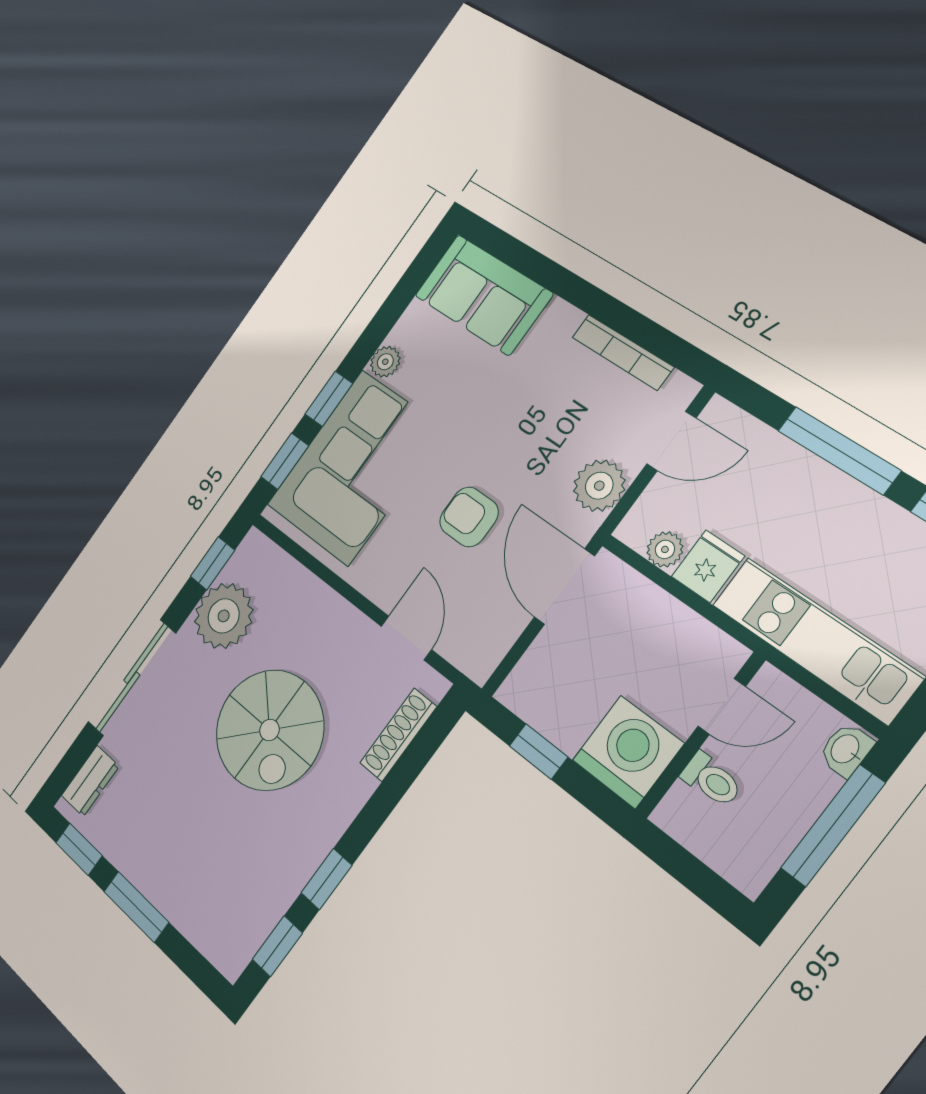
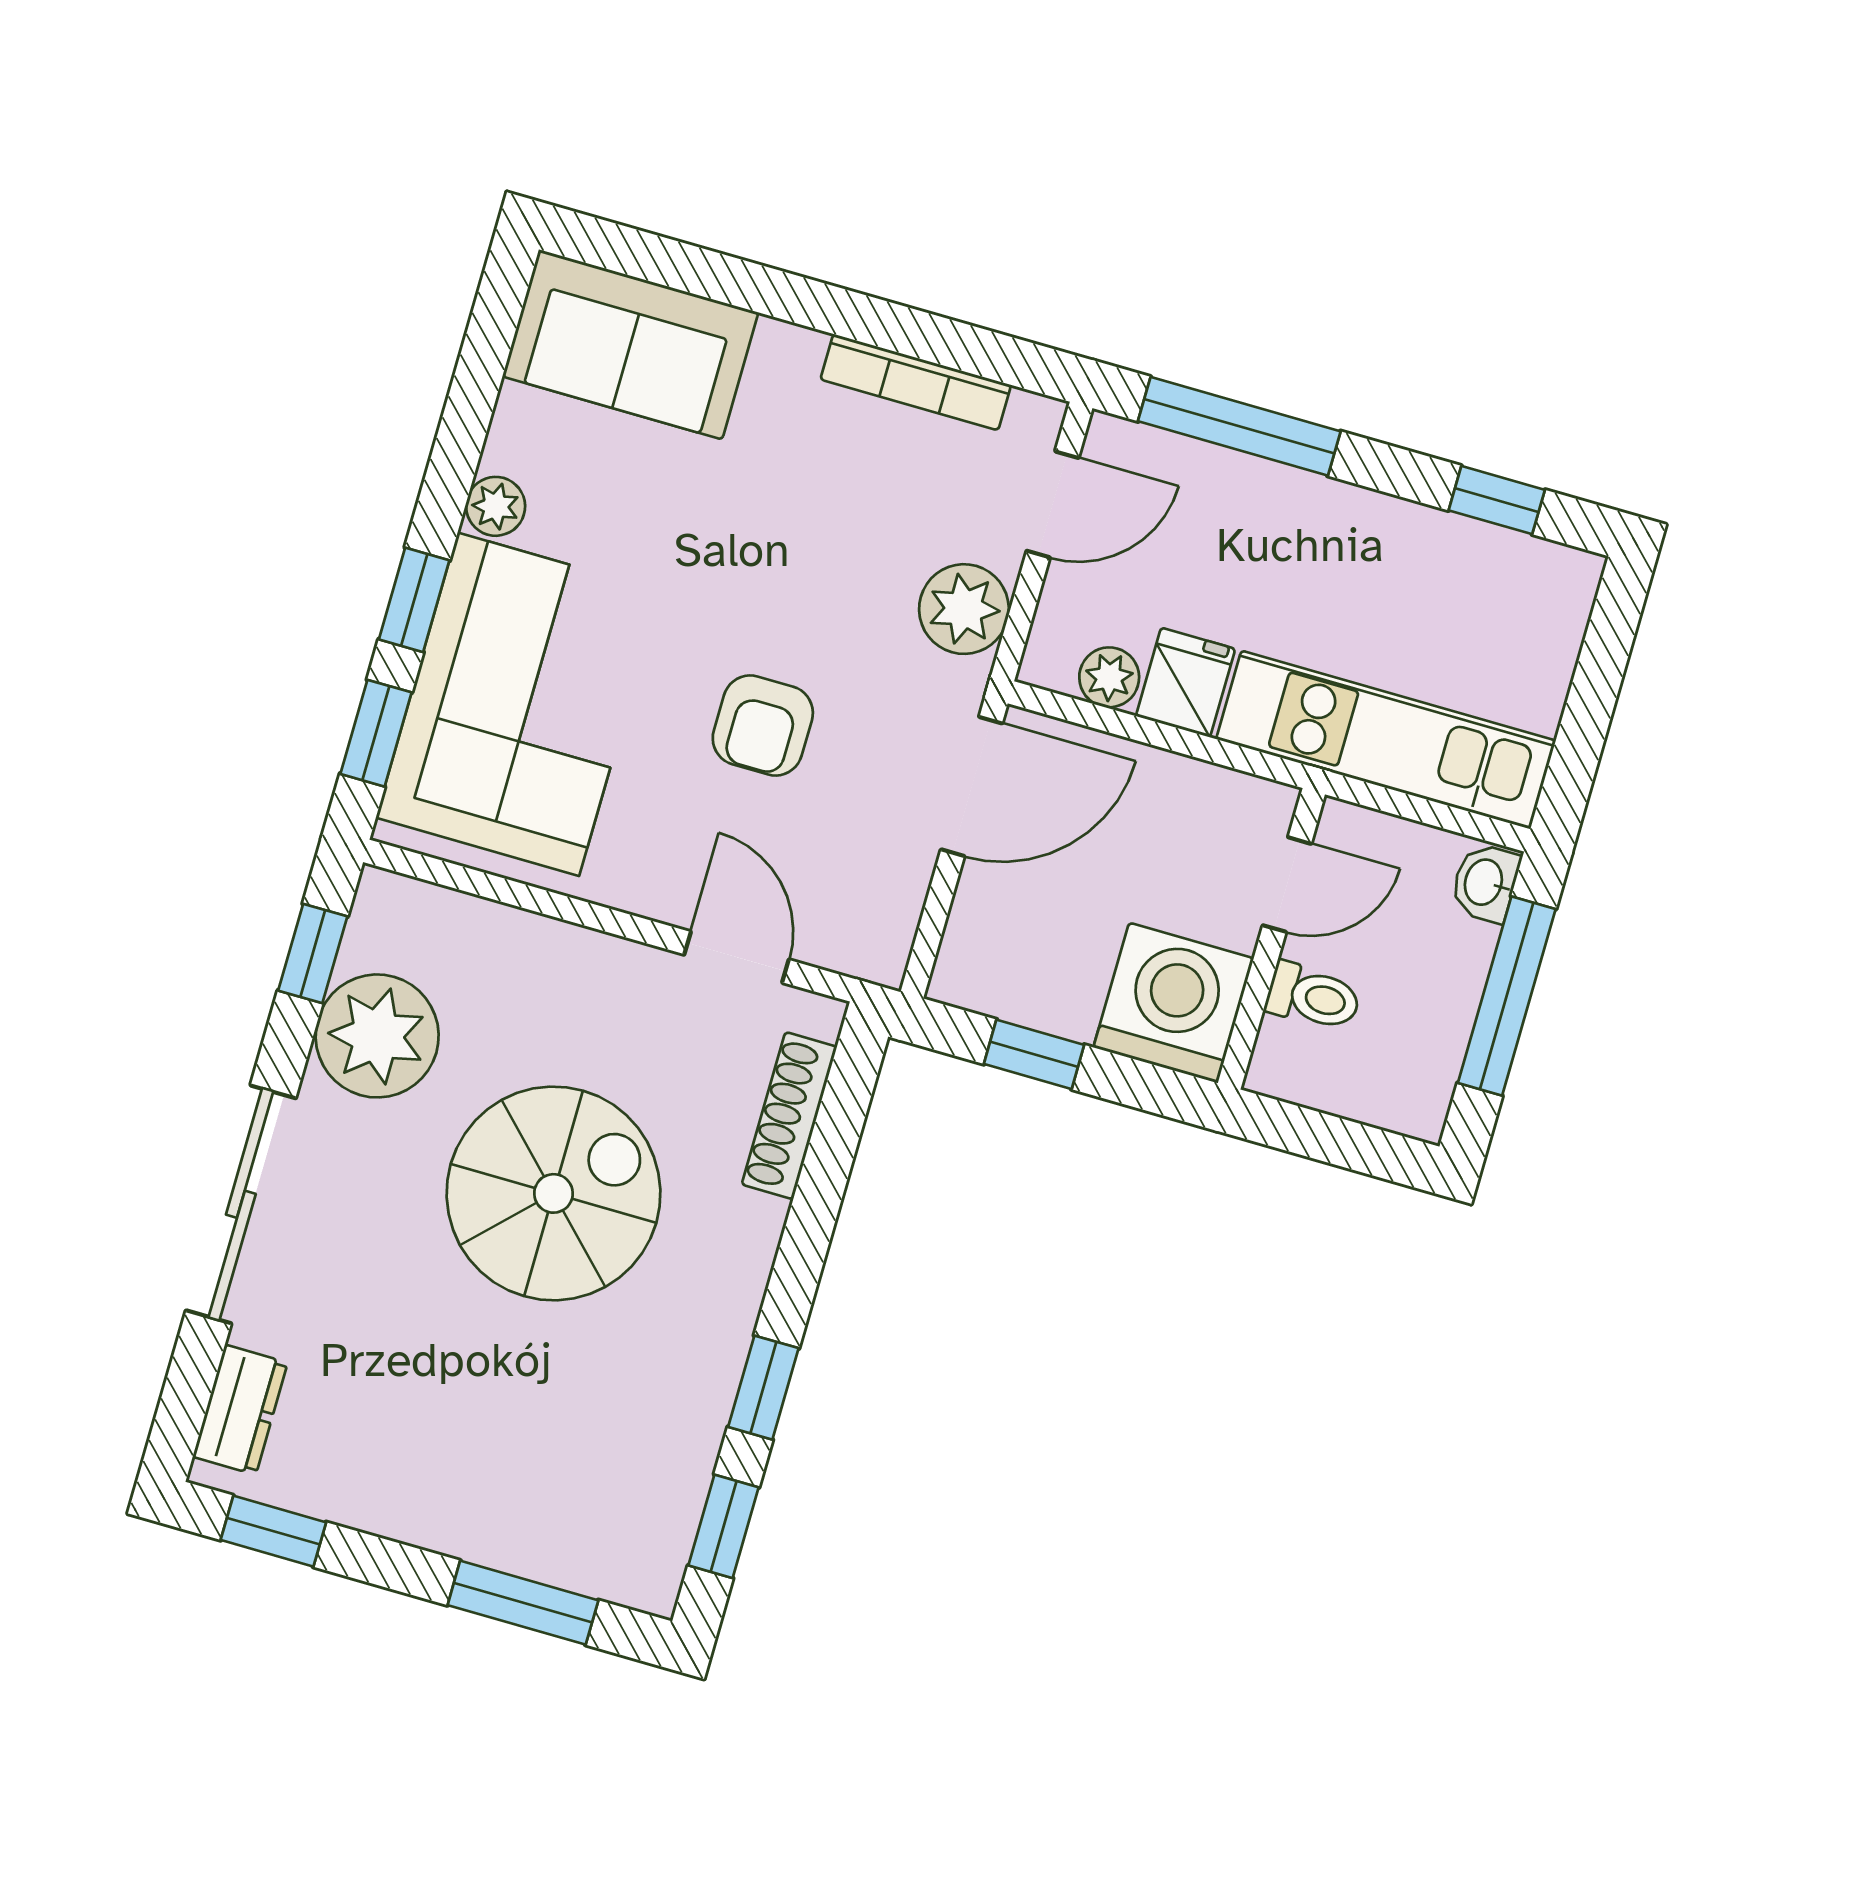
window: (839, 450) -> (1239, 426), moved
armchair: (469, 517) -> (763, 726), turned -90
door: (564, 587) -> (972, 786), swing flipped
spiral stairs: (269, 730) -> (553, 1193), turned -90
window: (136, 907) -> (523, 1603), moved

